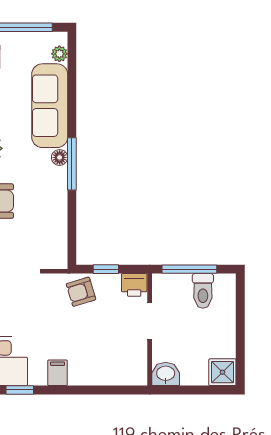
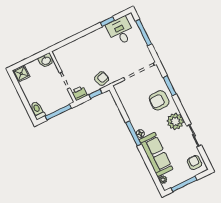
toilet: (203, 291) -> (38, 110), moved
filing cabinet: (58, 373) -> (94, 37), removed

